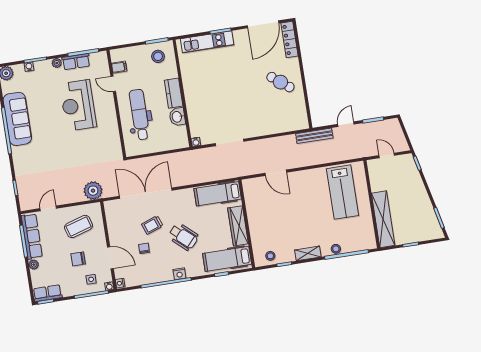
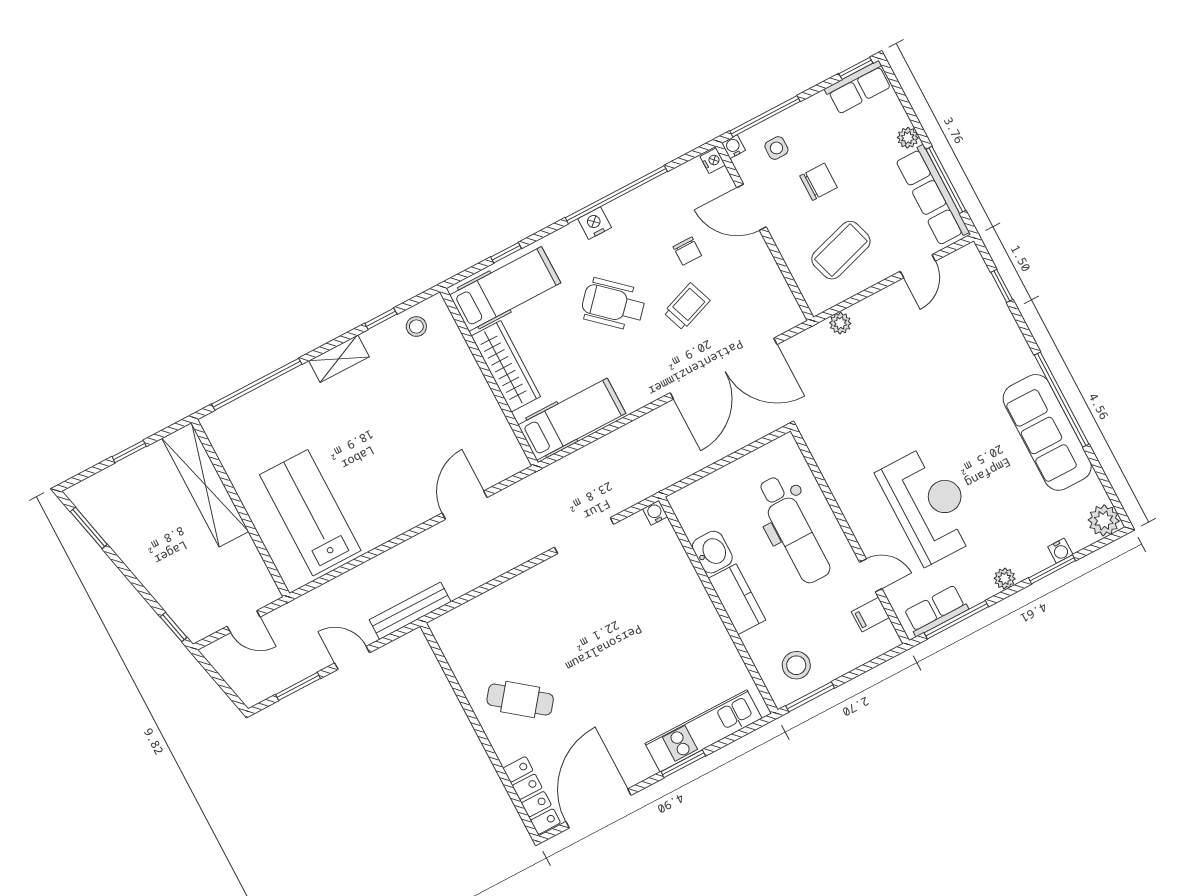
row of seats: (76, 62) -> (936, 611), moved
door: (346, 124) -> (352, 658), swing flipped
door: (276, 173) -> (465, 505), hinge flipped
plant: (93, 191) -> (840, 323), width x0.53, depth x0.53
stool: (336, 249) -> (283, 389), removed

